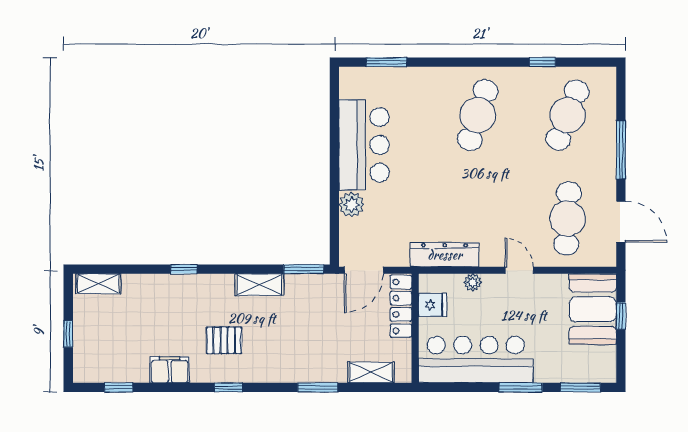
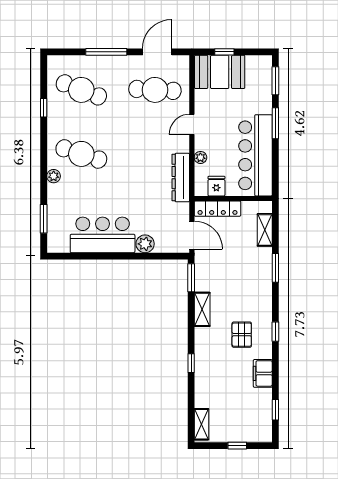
plant: (447, 76) -> (54, 176), added

